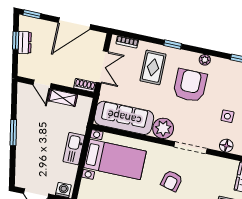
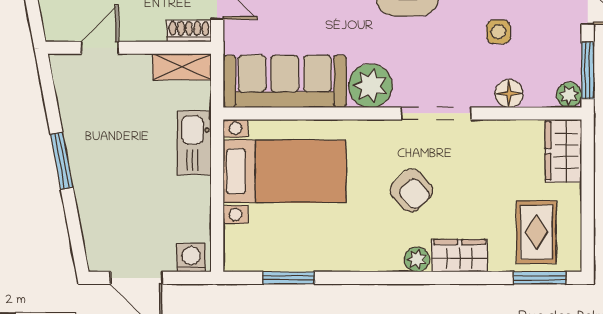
door: (42, 84) -> (100, 48), swing flipped
shelving: (63, 98) -> (182, 67), moved
kitchen sink: (74, 149) -> (194, 143), moved
armchair: (172, 181) -> (411, 191), turned -57

